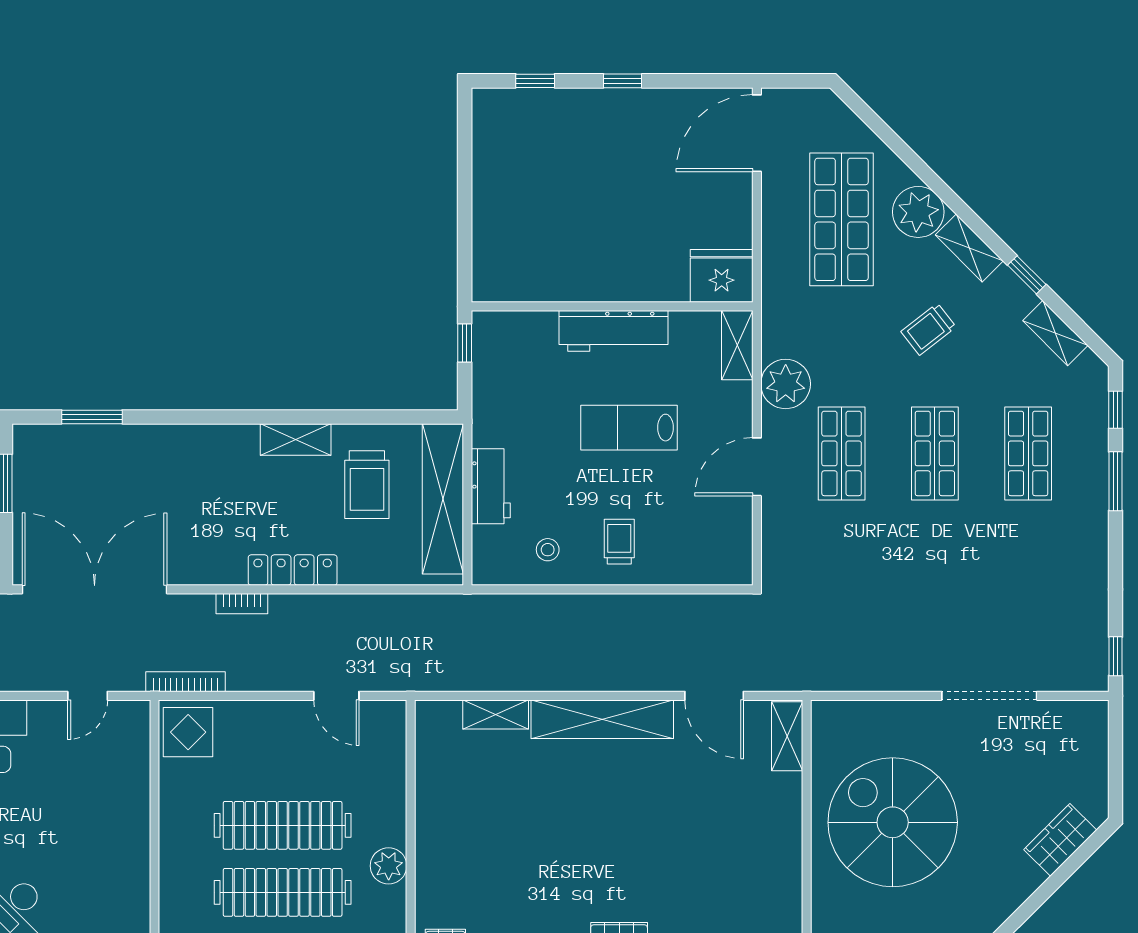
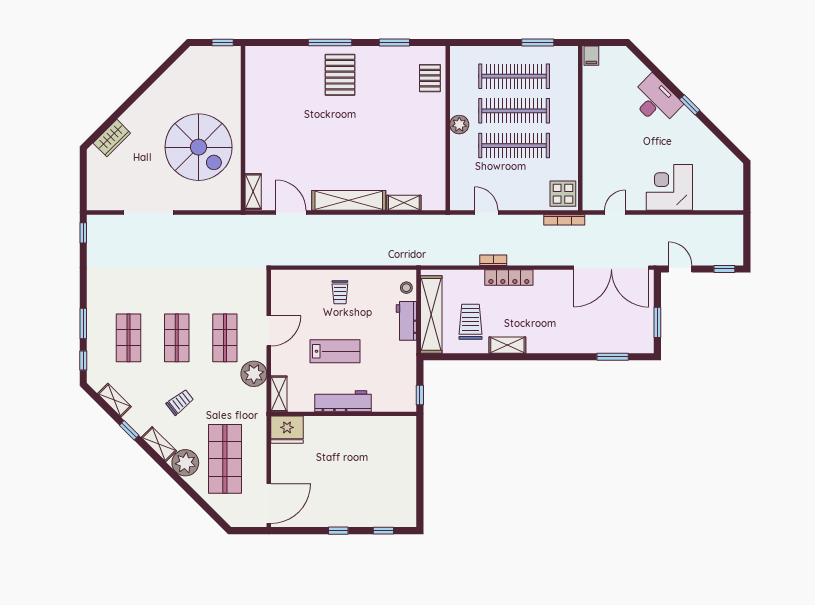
stool: (548, 550) -> (406, 288), moved
bookcase: (242, 604) -> (493, 260), moved

